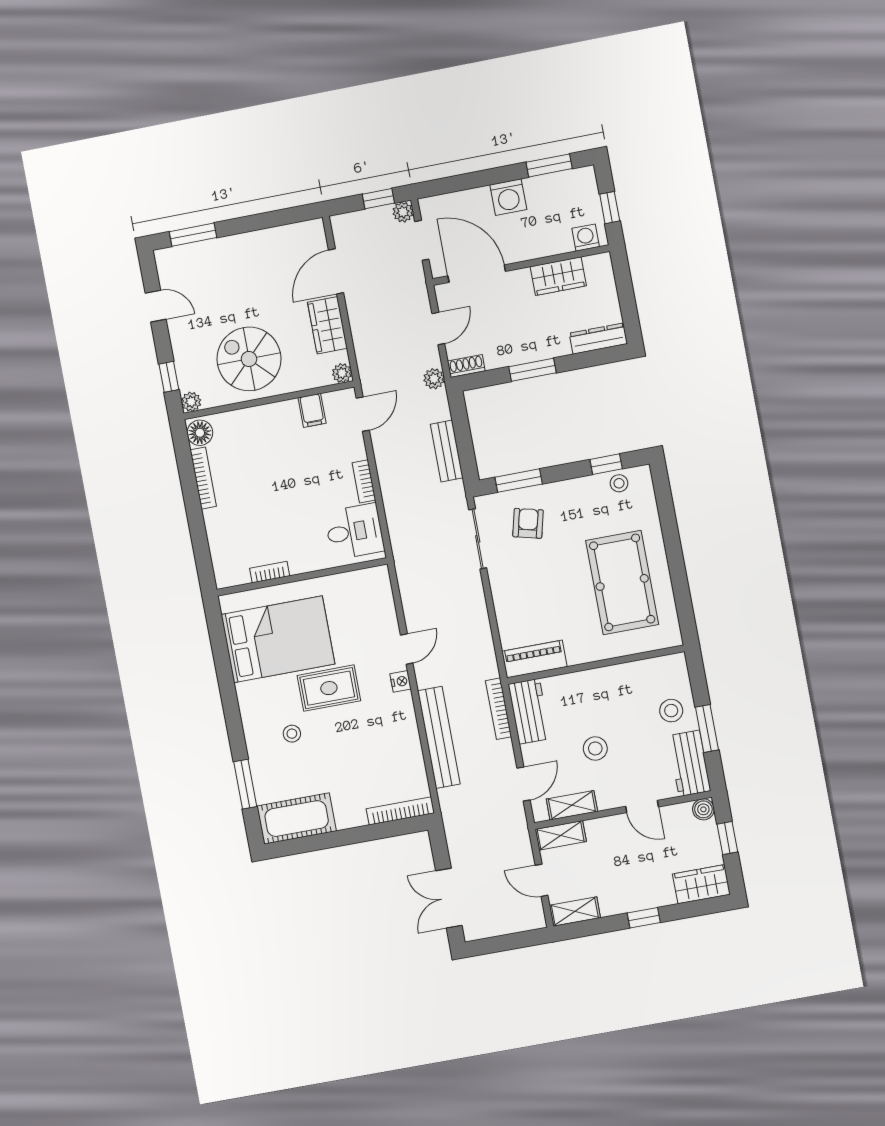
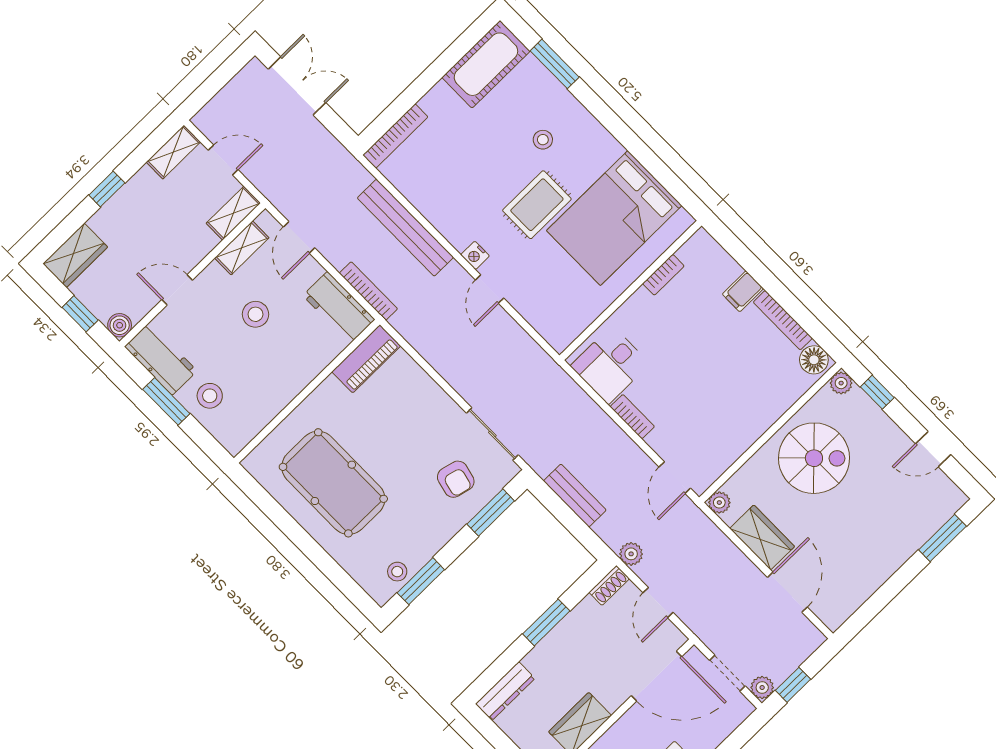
filing cabinet: (312, 410) -> (743, 291), moved, turned -90
window: (606, 464) -> (421, 581), width x1.50

